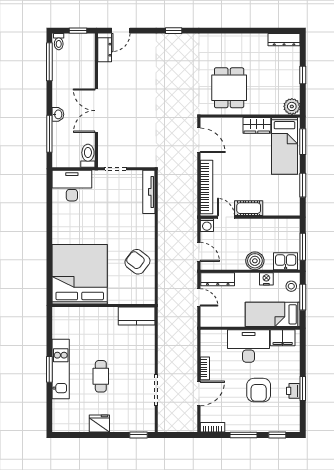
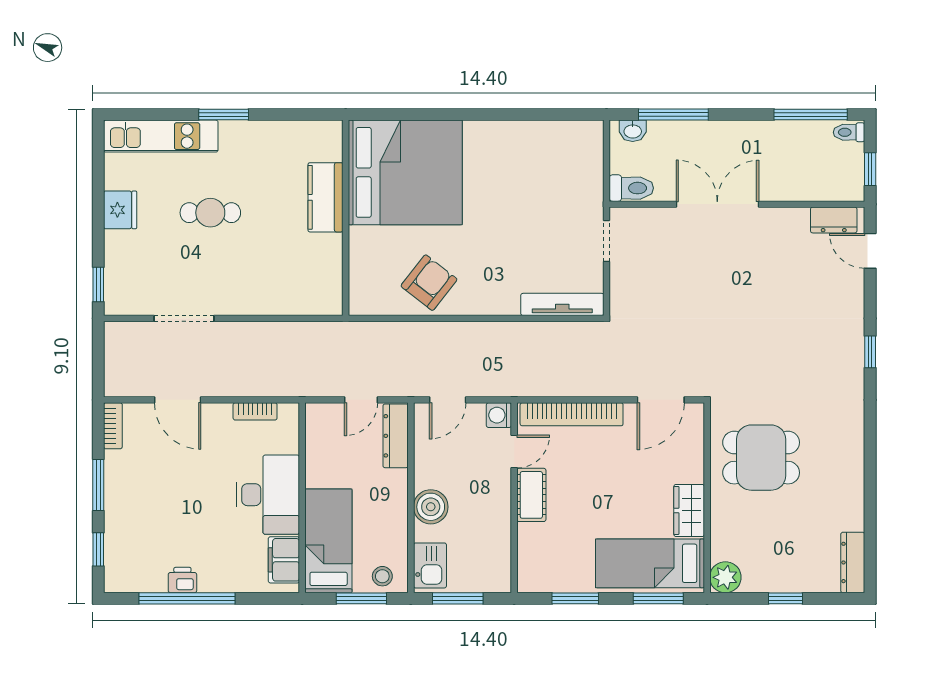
washbasin: (58, 114) -> (633, 131), moved
desk: (72, 186) -> (574, 157), removed
nightstand: (266, 279) -> (396, 529), removed
kitchen counter: (137, 316) -> (325, 197), moved
bookcase: (205, 368) -> (255, 411), moved
kitchen unit: (61, 369) -> (161, 136), moved
window: (303, 388) -> (187, 598), width x2.11
armchair: (259, 390) -> (184, 514), removed

